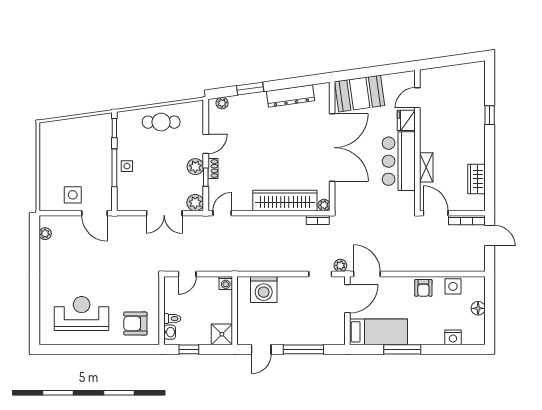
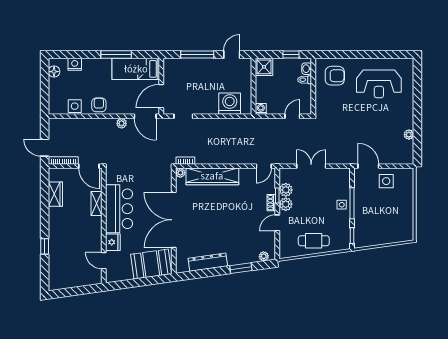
door: (417, 98) -> (104, 261), swing flipped
plant: (195, 203) -> (286, 190), moved
plant: (45, 234) -> (409, 135), moved
plant: (340, 265) -> (122, 123), moved
floor lamp: (478, 308) -> (54, 72), moved

